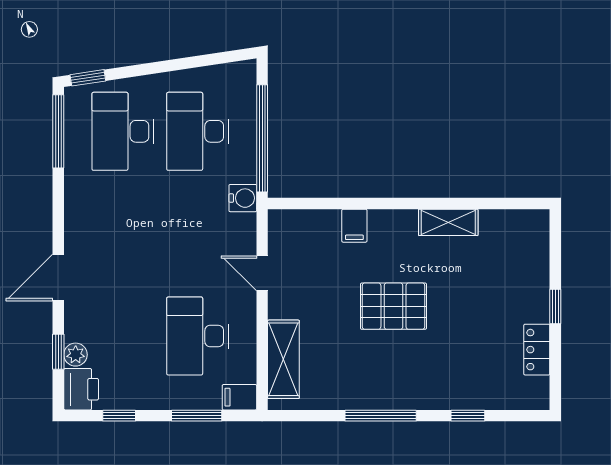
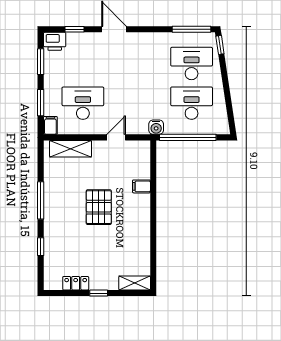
shelving: (448, 222) -> (135, 283), moved, turned 90
plant: (76, 355) -> (73, 38), removed
window: (119, 416) -> (41, 62), width x1.50

